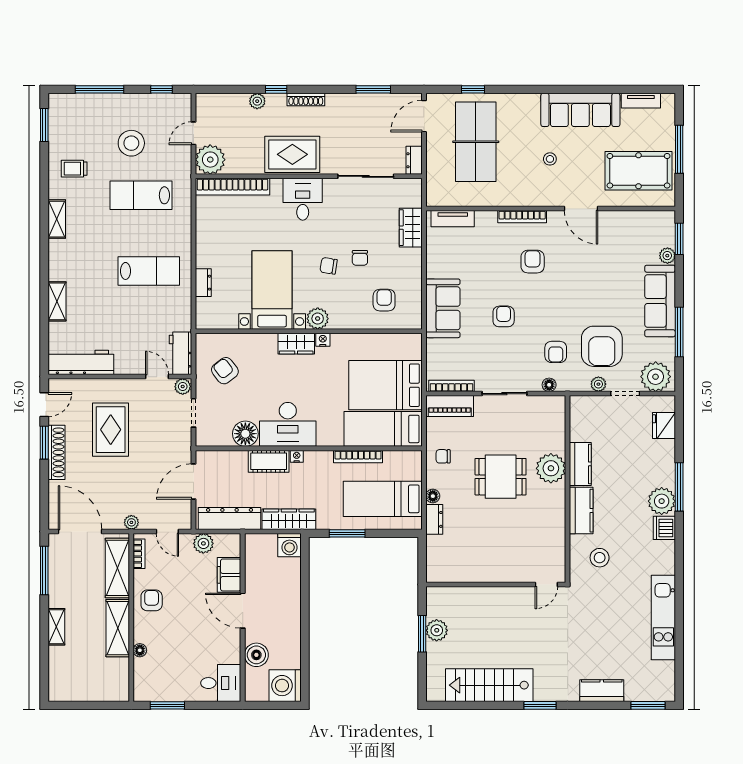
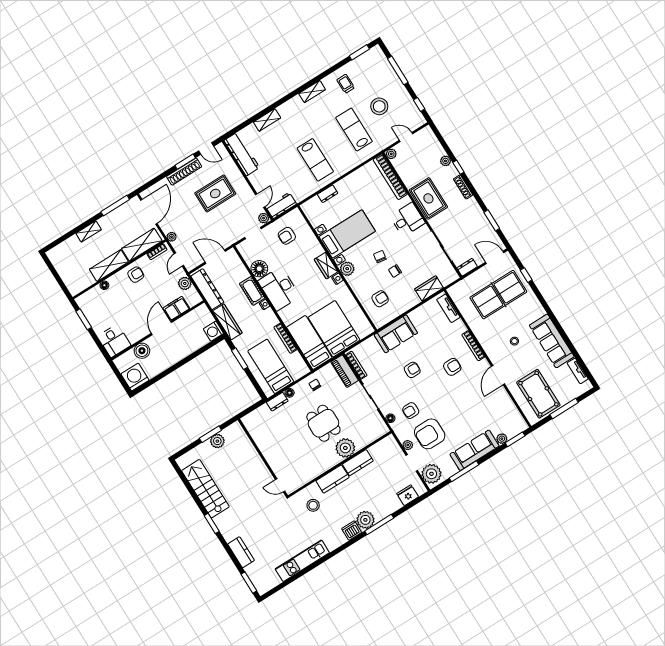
plant: (210, 160) -> (391, 154), width x0.53, depth x0.53
armchair: (225, 371) -> (287, 236), turned -142

